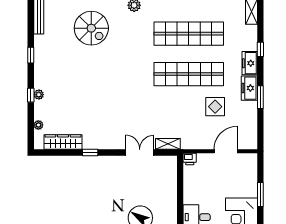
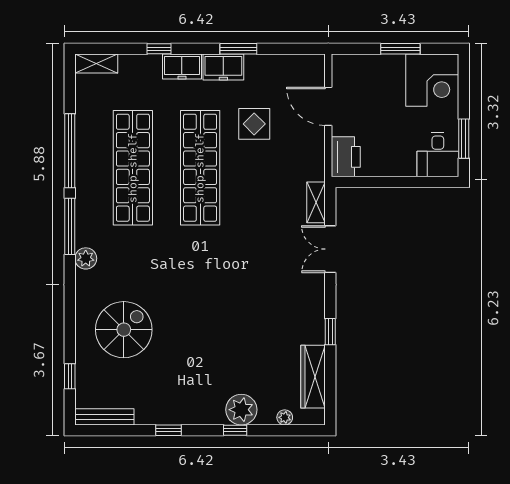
plant: (39, 95) -> (241, 410), width x1.88, depth x1.88
printer: (190, 159) -> (346, 157), width x1.87, depth x1.48

